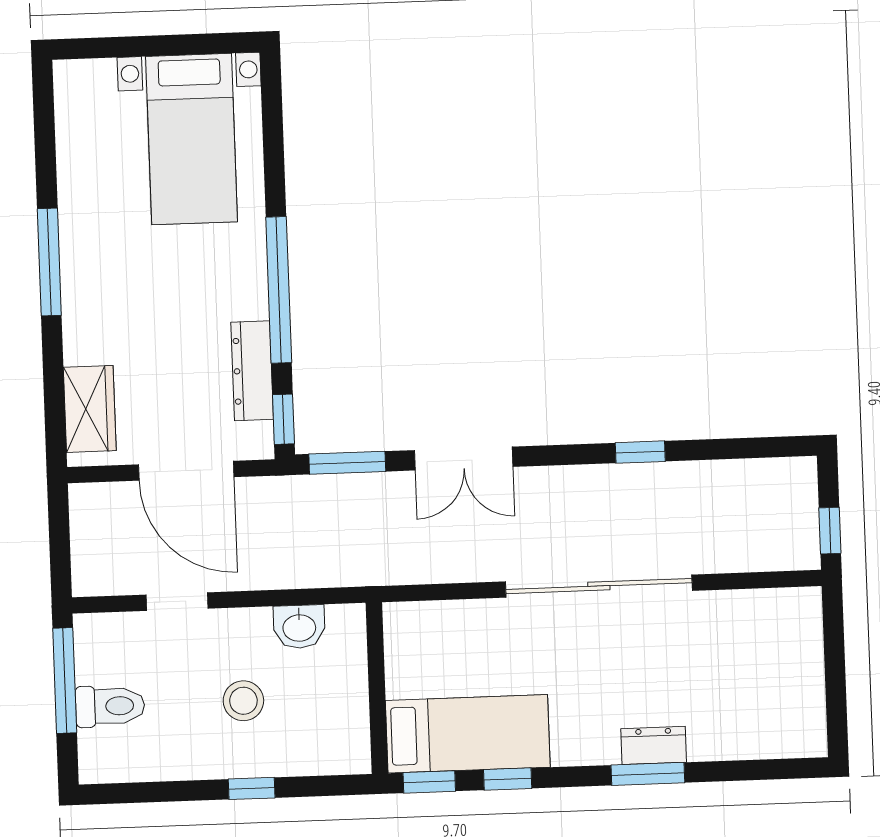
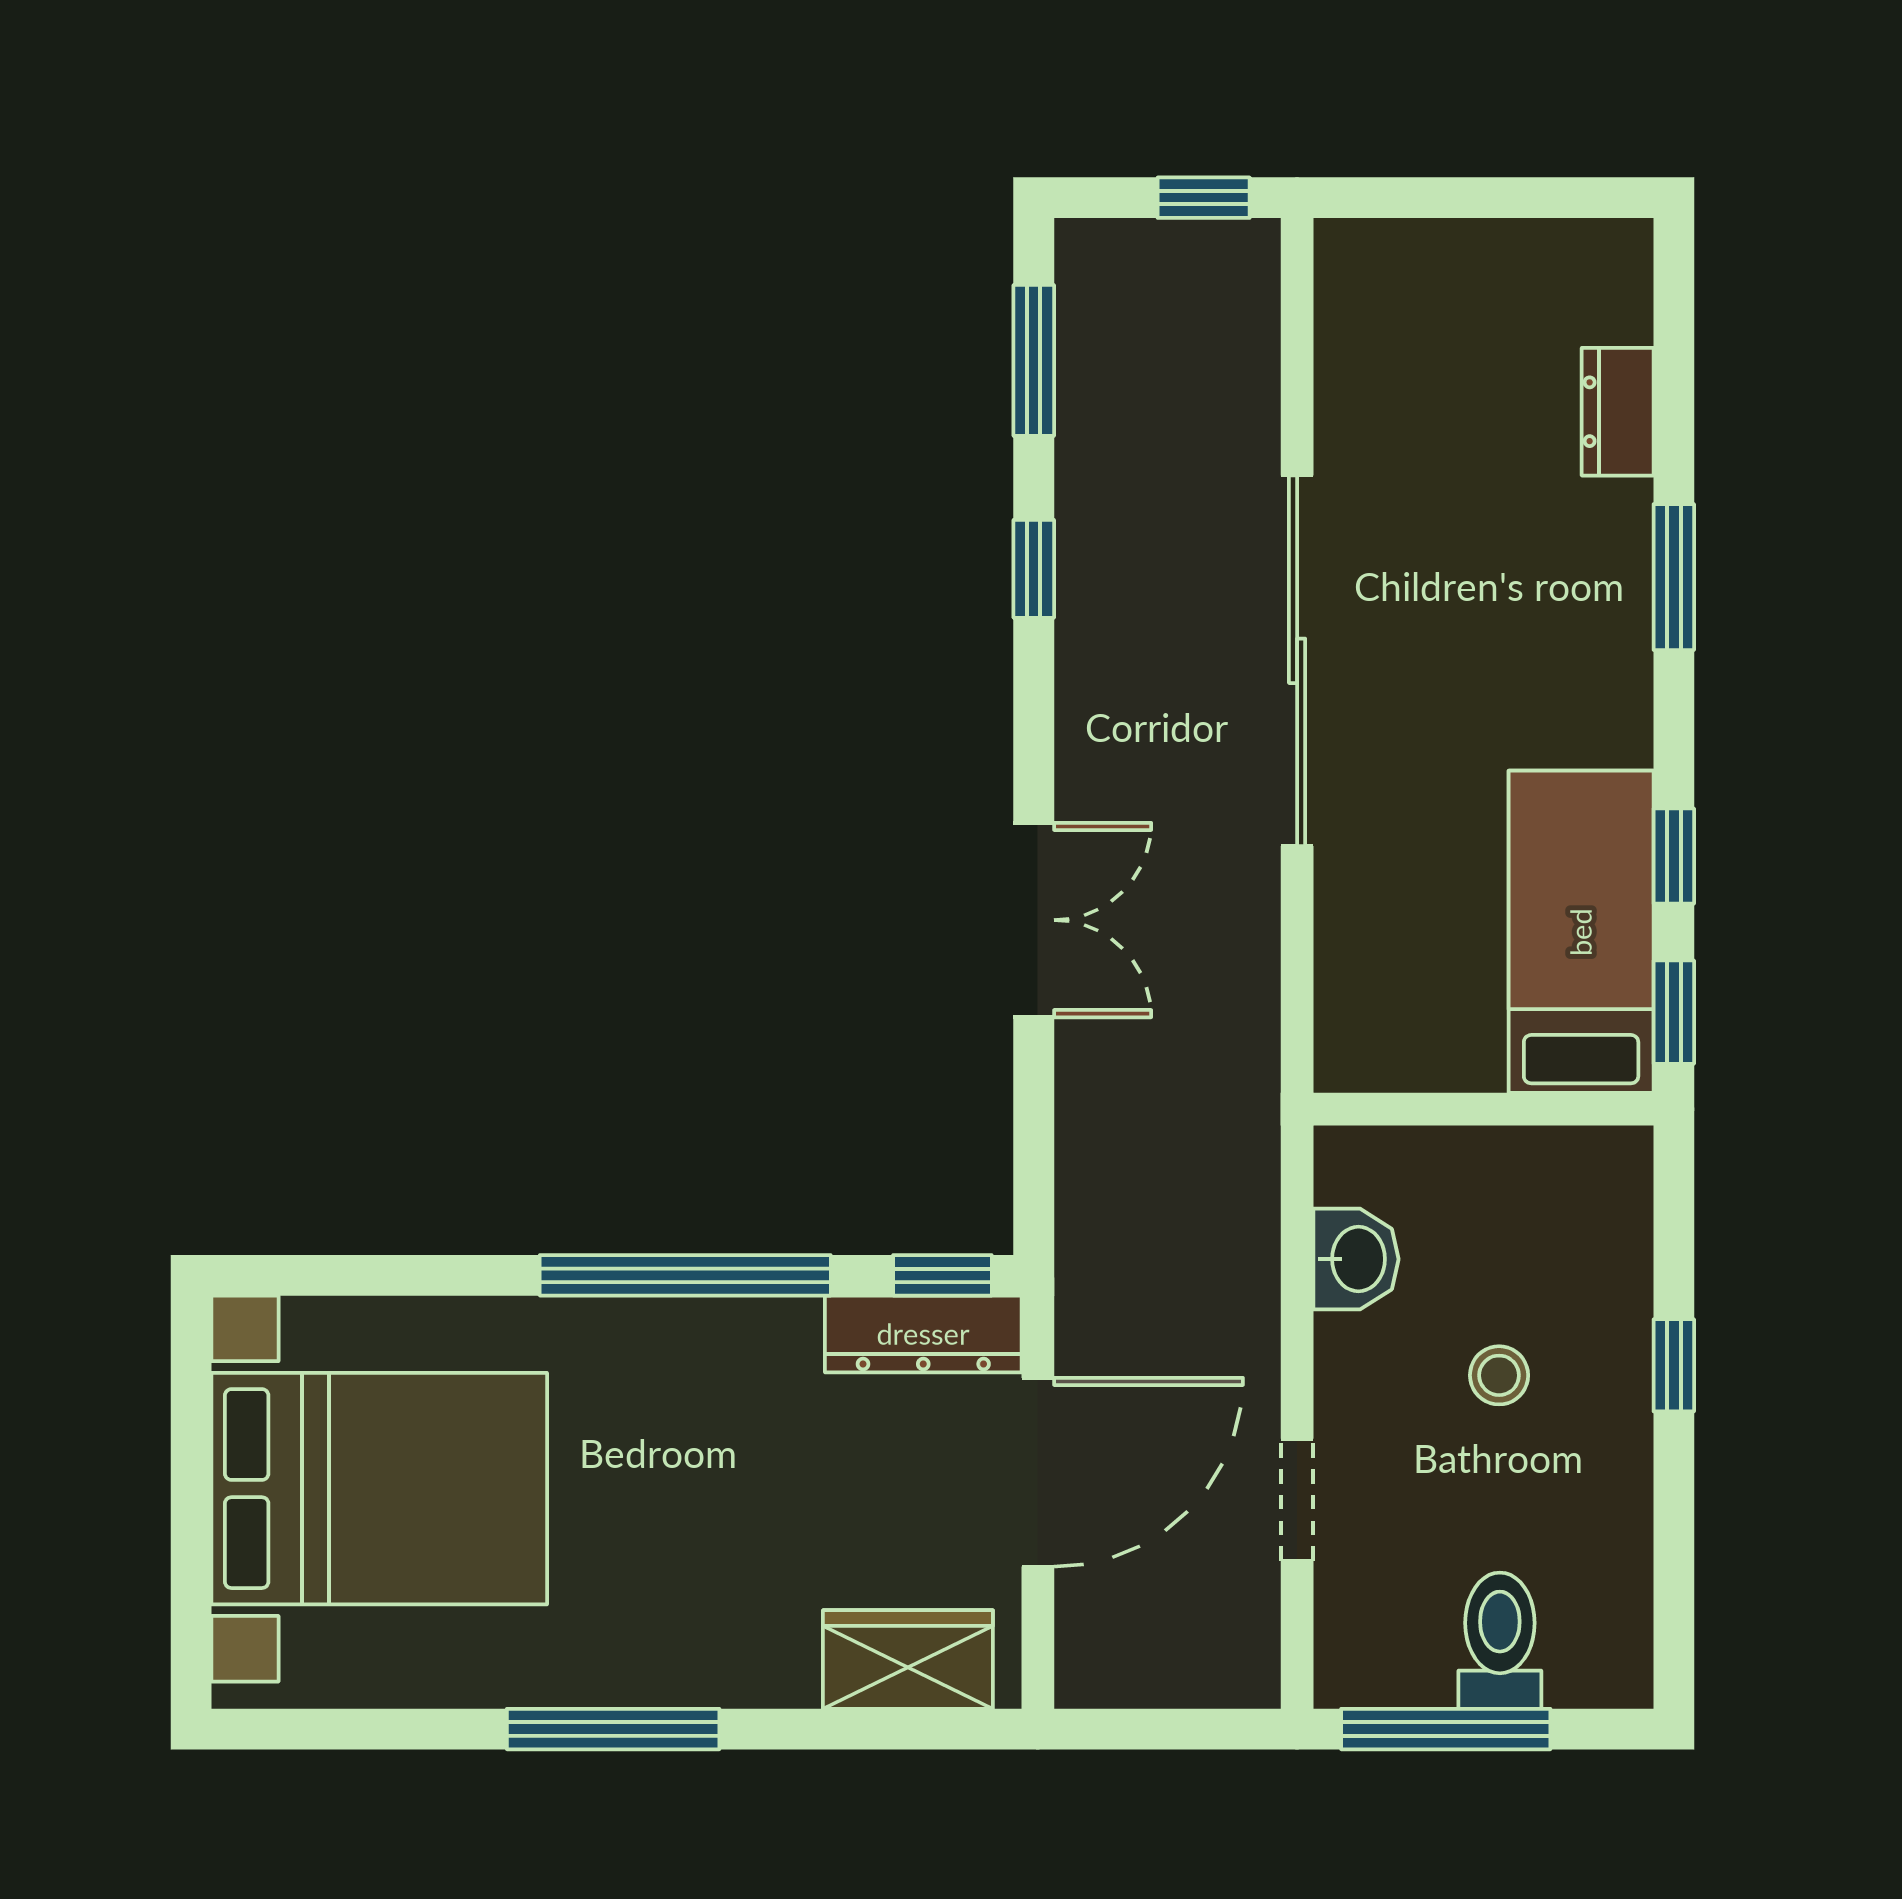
bed with nightstands: (192, 139) -> (379, 1489), width x1.36
dresser: (252, 371) -> (923, 1334), moved
window: (347, 463) -> (1034, 360), moved
stool: (243, 701) -> (1499, 1375), width x0.73, depth x0.73
dresser: (654, 745) -> (1618, 412), moved

